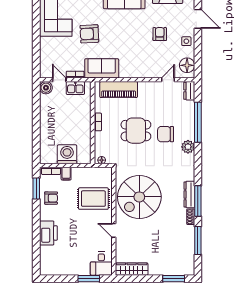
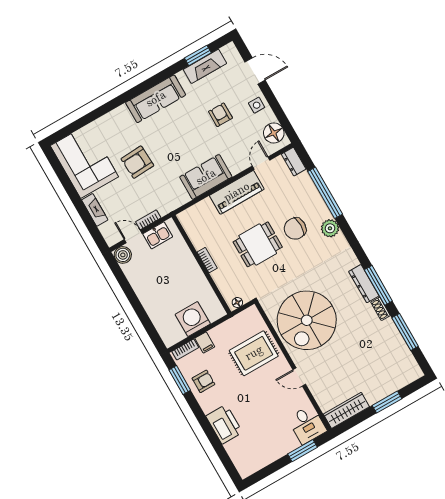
fireplace: (45, 49) -> (95, 210), added
sofa: (102, 68) -> (206, 177), moved
piano: (119, 90) -> (237, 192), moved
window: (174, 279) -> (387, 402), moved

